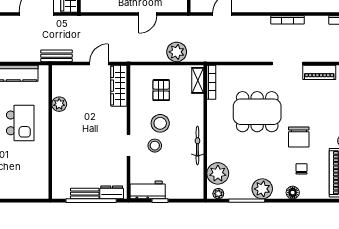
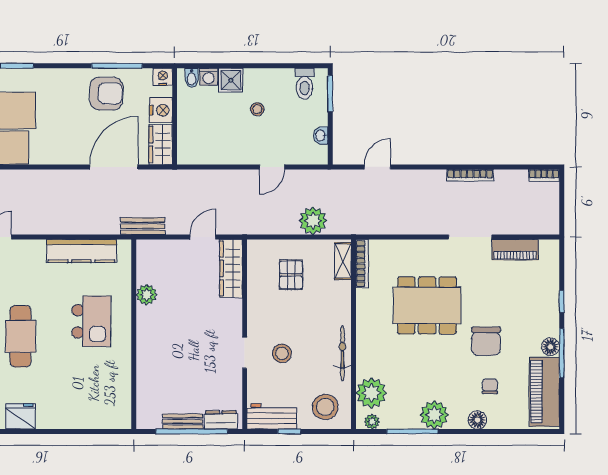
stool: (160, 123) -> (325, 407), moved

